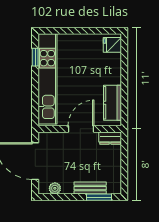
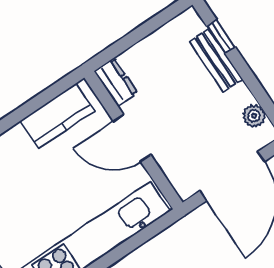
window: (99, 197) -> (221, 37), width x0.67

